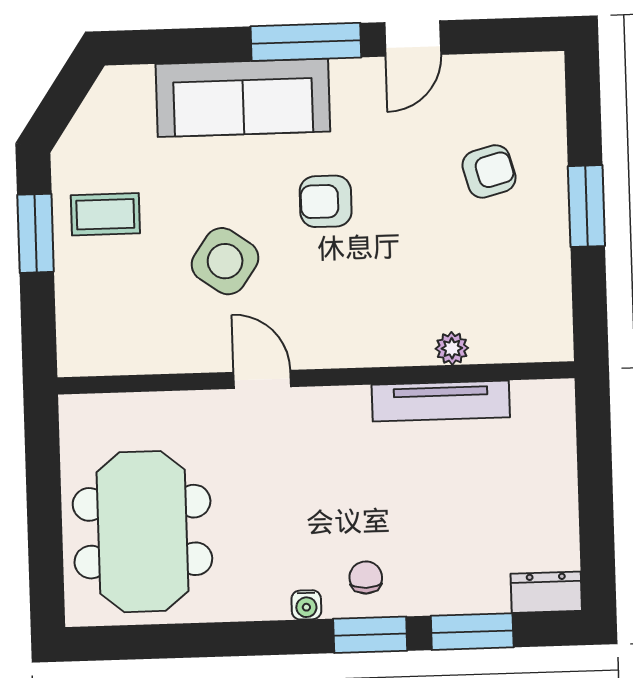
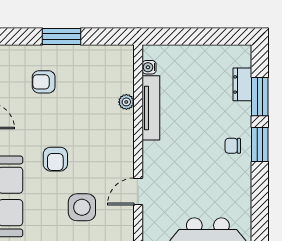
armchair: (489, 171) -> (44, 82), turned -75
side table: (225, 261) -> (82, 207), turned -35
dresser: (546, 592) -> (242, 84), moved
water cooler: (306, 605) -> (149, 67), moved, turned 180

